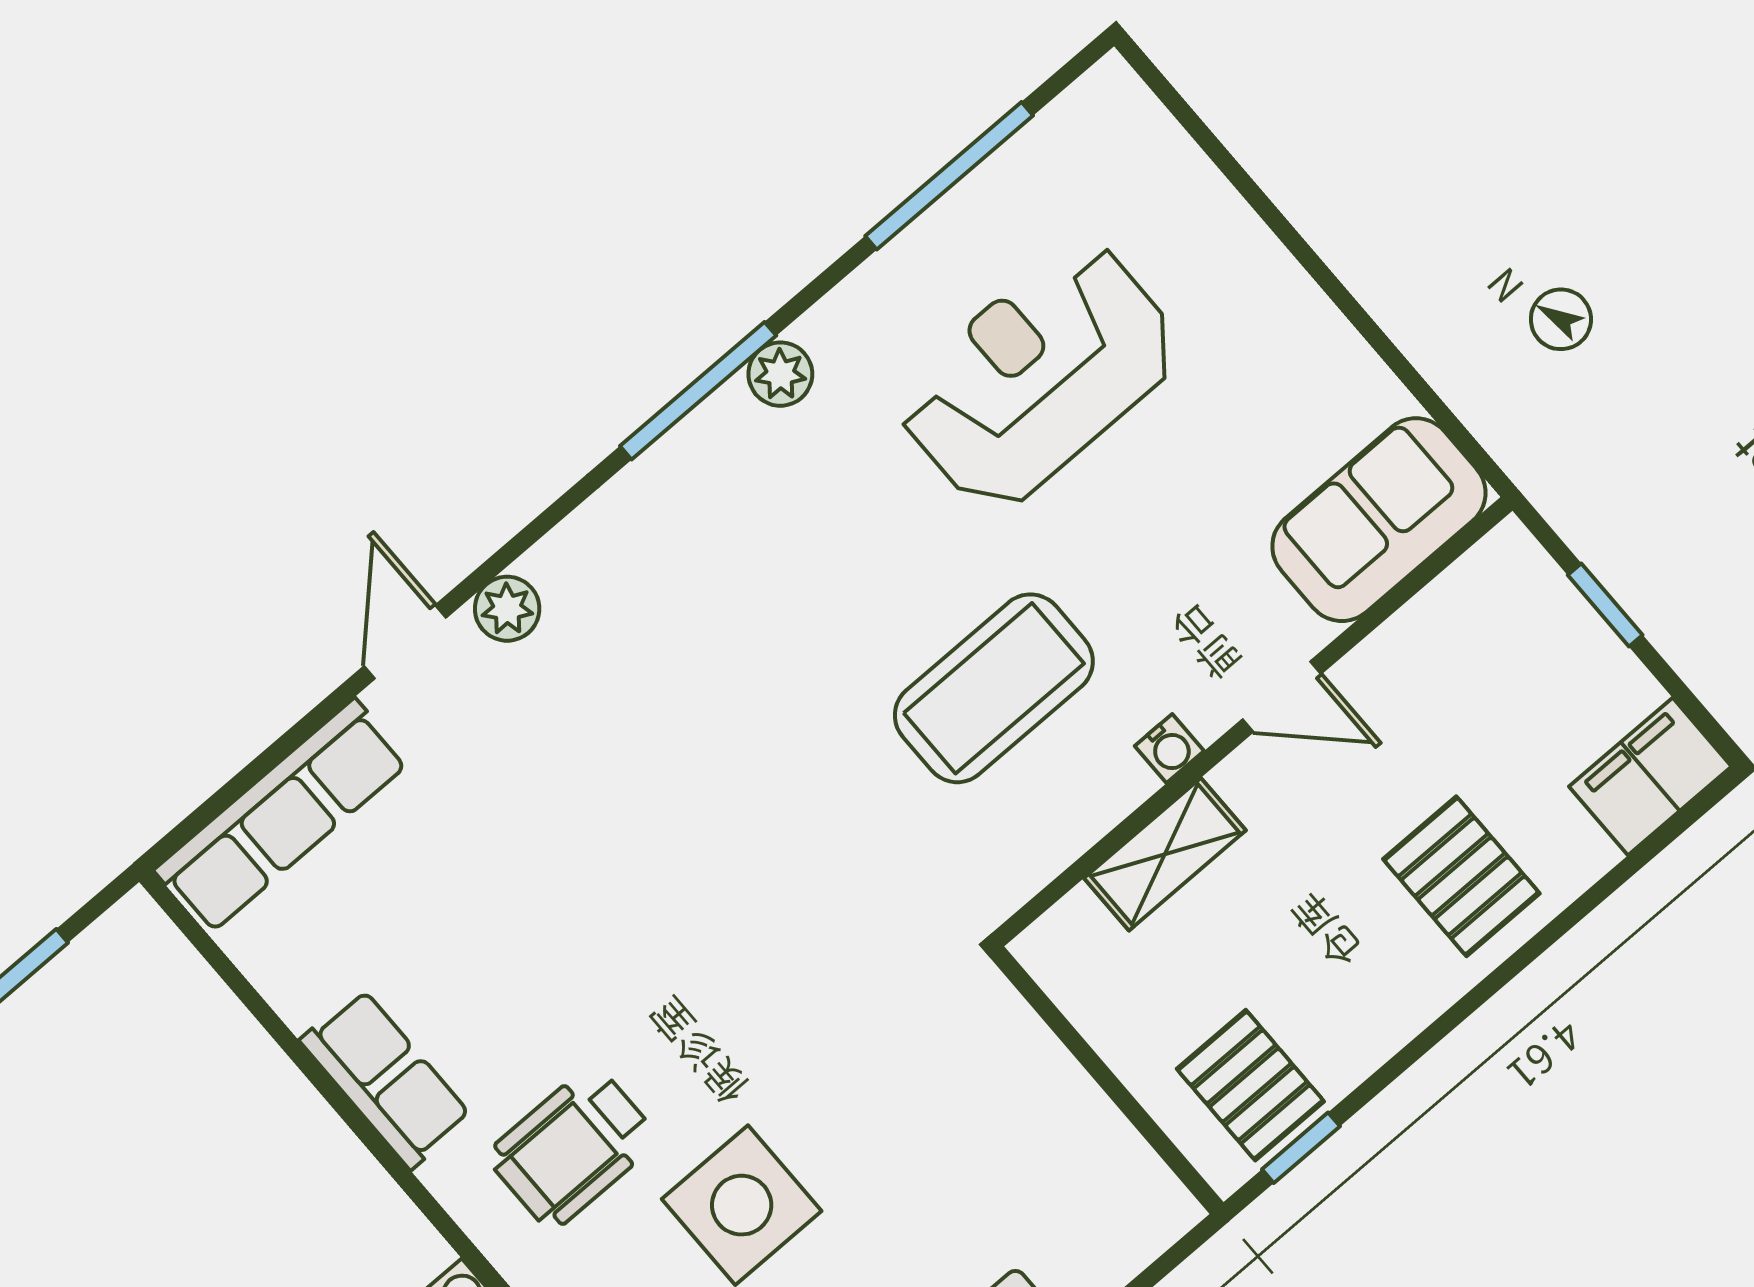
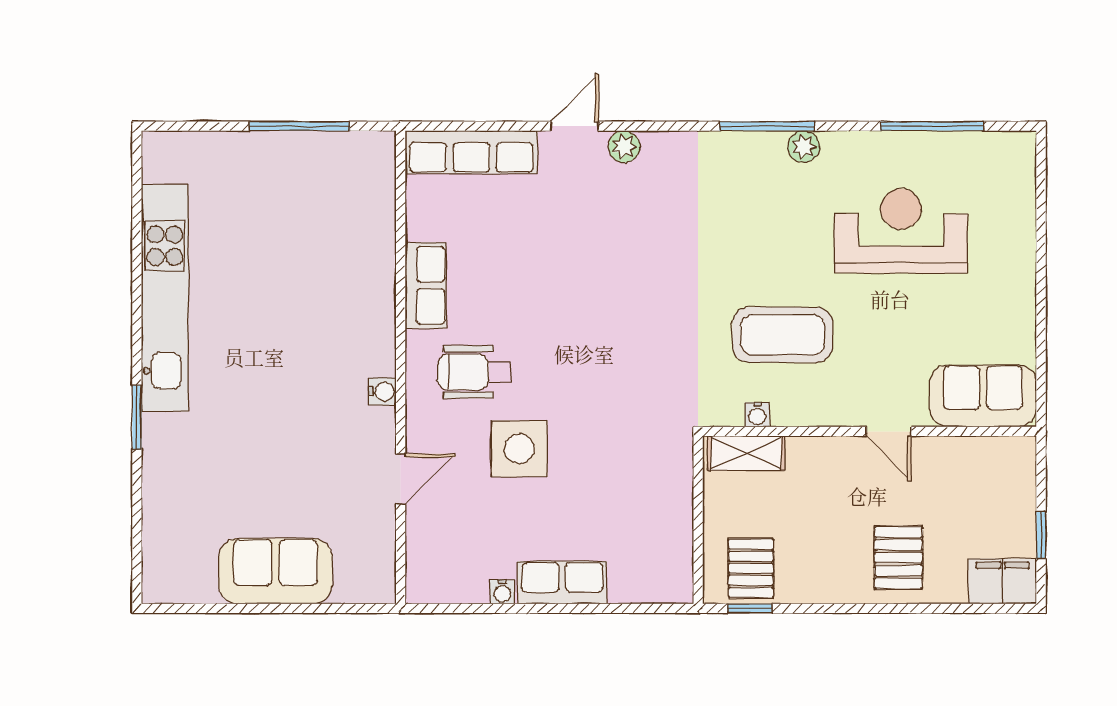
window: (1605, 605) -> (1041, 535), moved
water cooler: (1169, 749) -> (757, 415), moved
shelving: (1165, 854) -> (746, 453), moved

